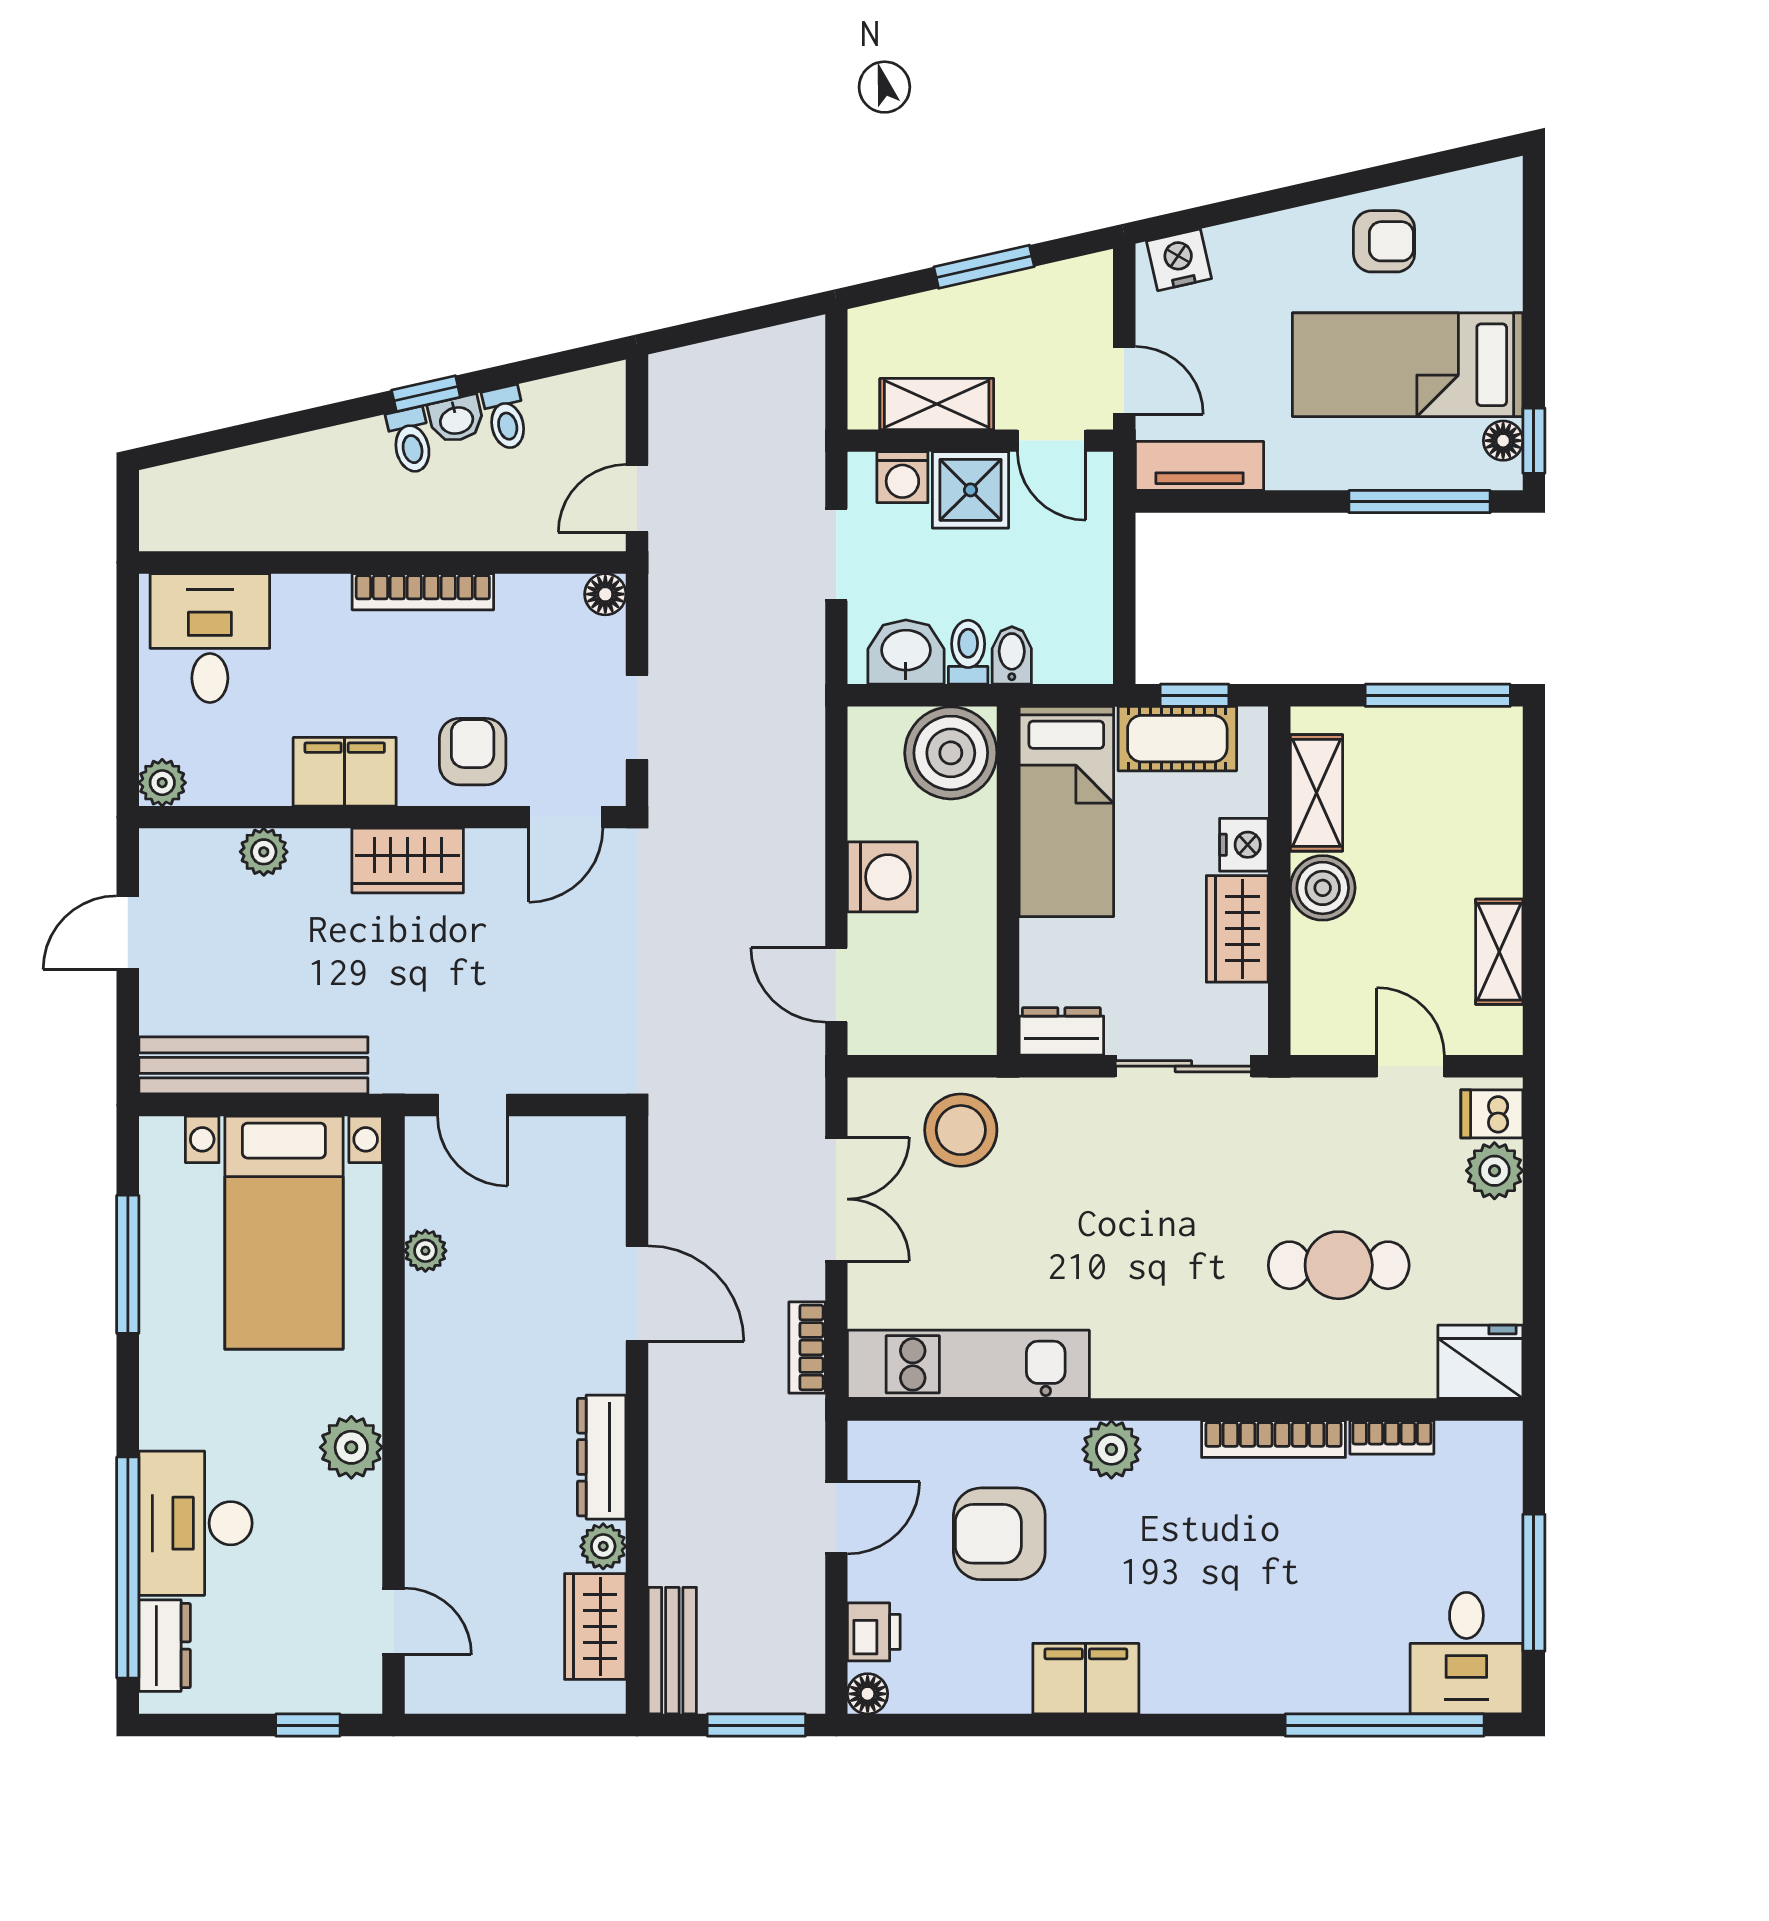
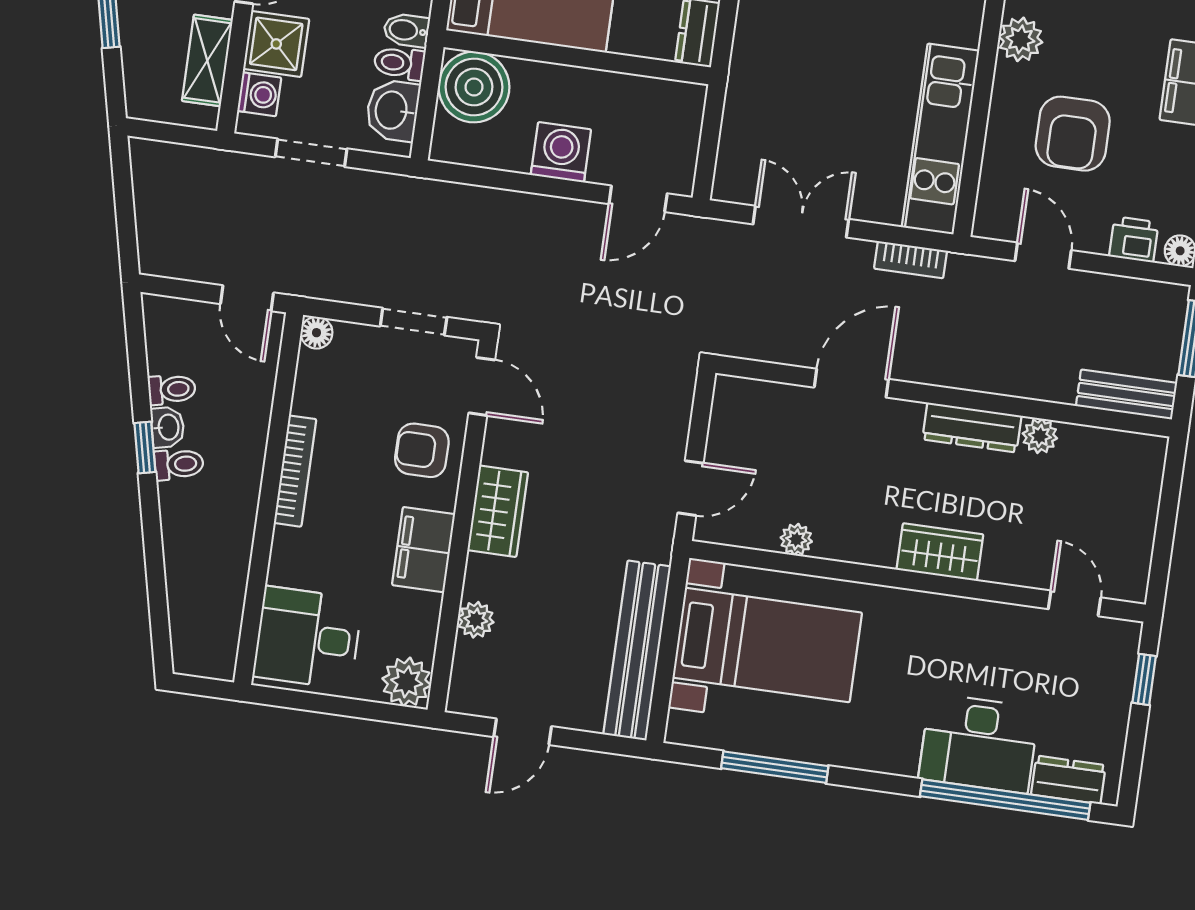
plant: (162, 783) -> (407, 682), width x1.38, depth x1.38
door: (128, 933) -> (523, 732), hinge flipped
stool: (961, 1130) -> (762, 120), removed
plant: (351, 1447) -> (938, 617), removed
door: (393, 1621) -> (1075, 603), hinge flipped
wardrobe: (595, 1626) -> (940, 552), moved, turned 180

